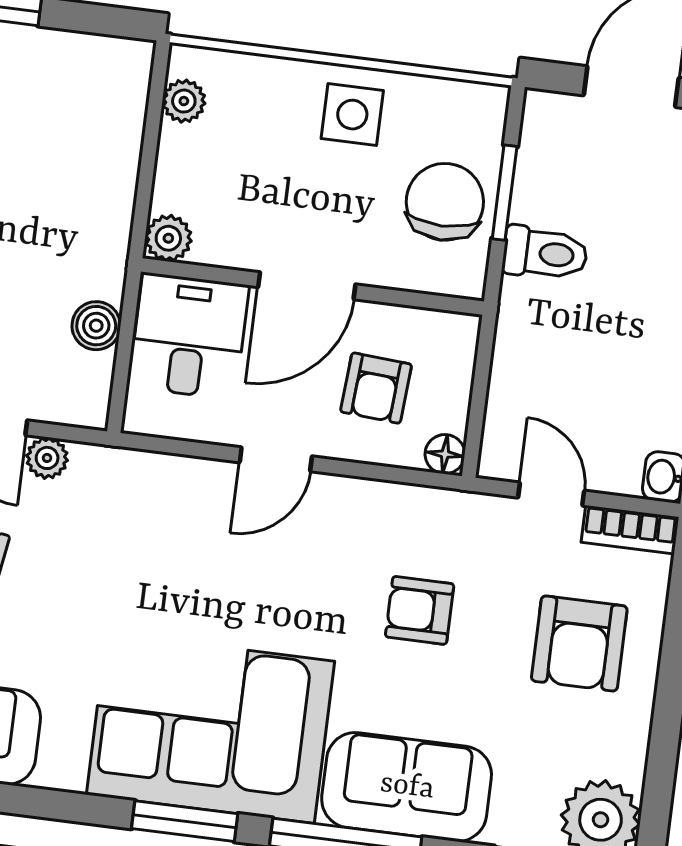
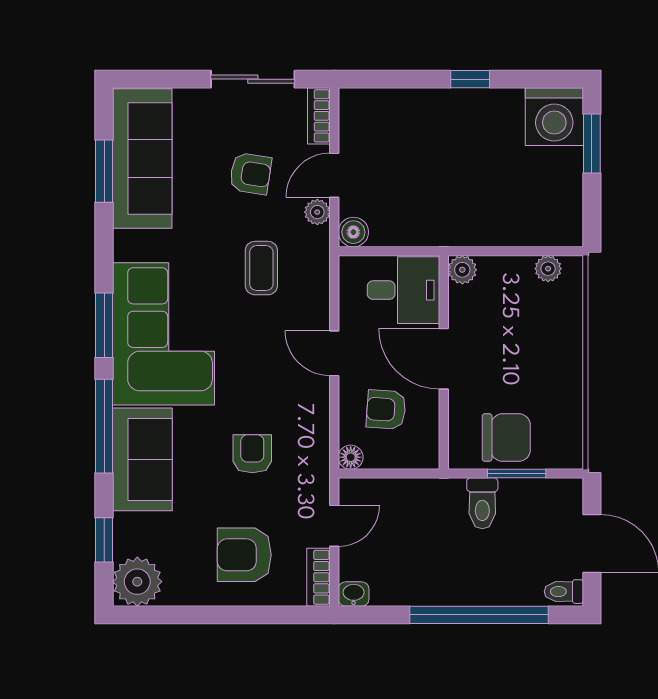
side table: (352, 115) -> (553, 374), removed
boiler: (96, 326) -> (353, 232), moved
coffee table: (125, 558) -> (261, 268), added

